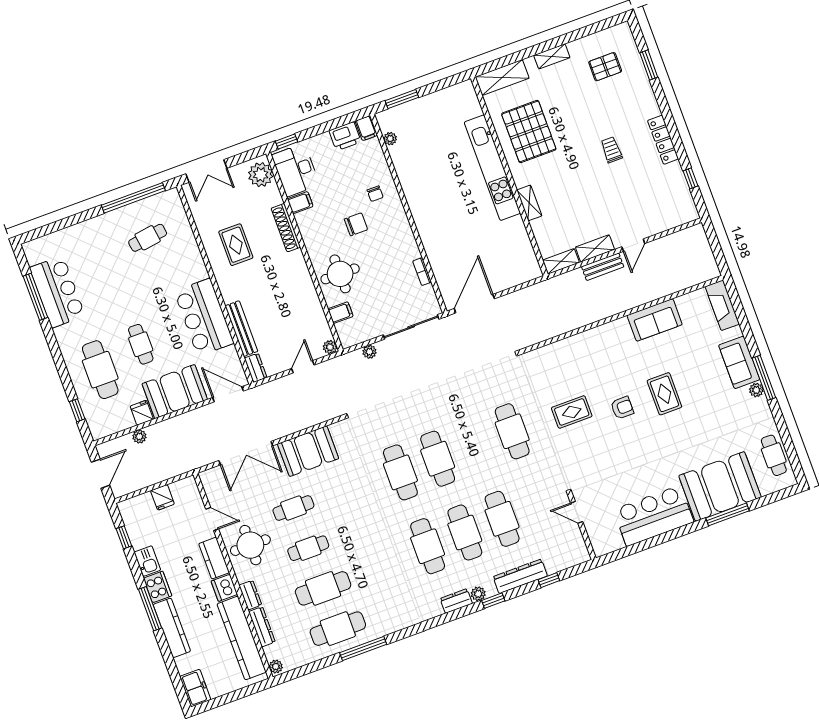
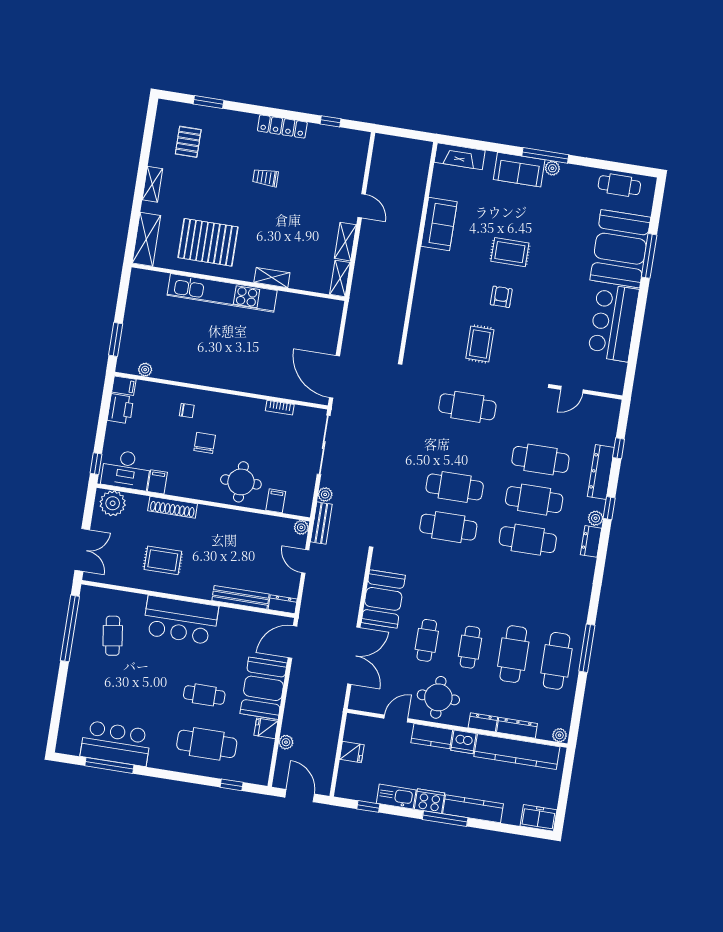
bench: (603, 267) -> (321, 523), moved
bar counter: (204, 317) -> (181, 620), moved
kitchen sink: (147, 561) -> (396, 797), width x1.38

